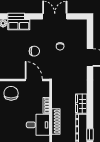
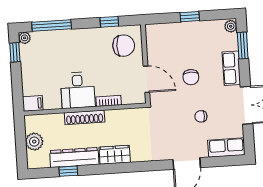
row of seats: (19, 25) -> (231, 68), moved
row of seats: (81, 31) -> (226, 148), added
door: (34, 80) -> (146, 79), hinge flipped

